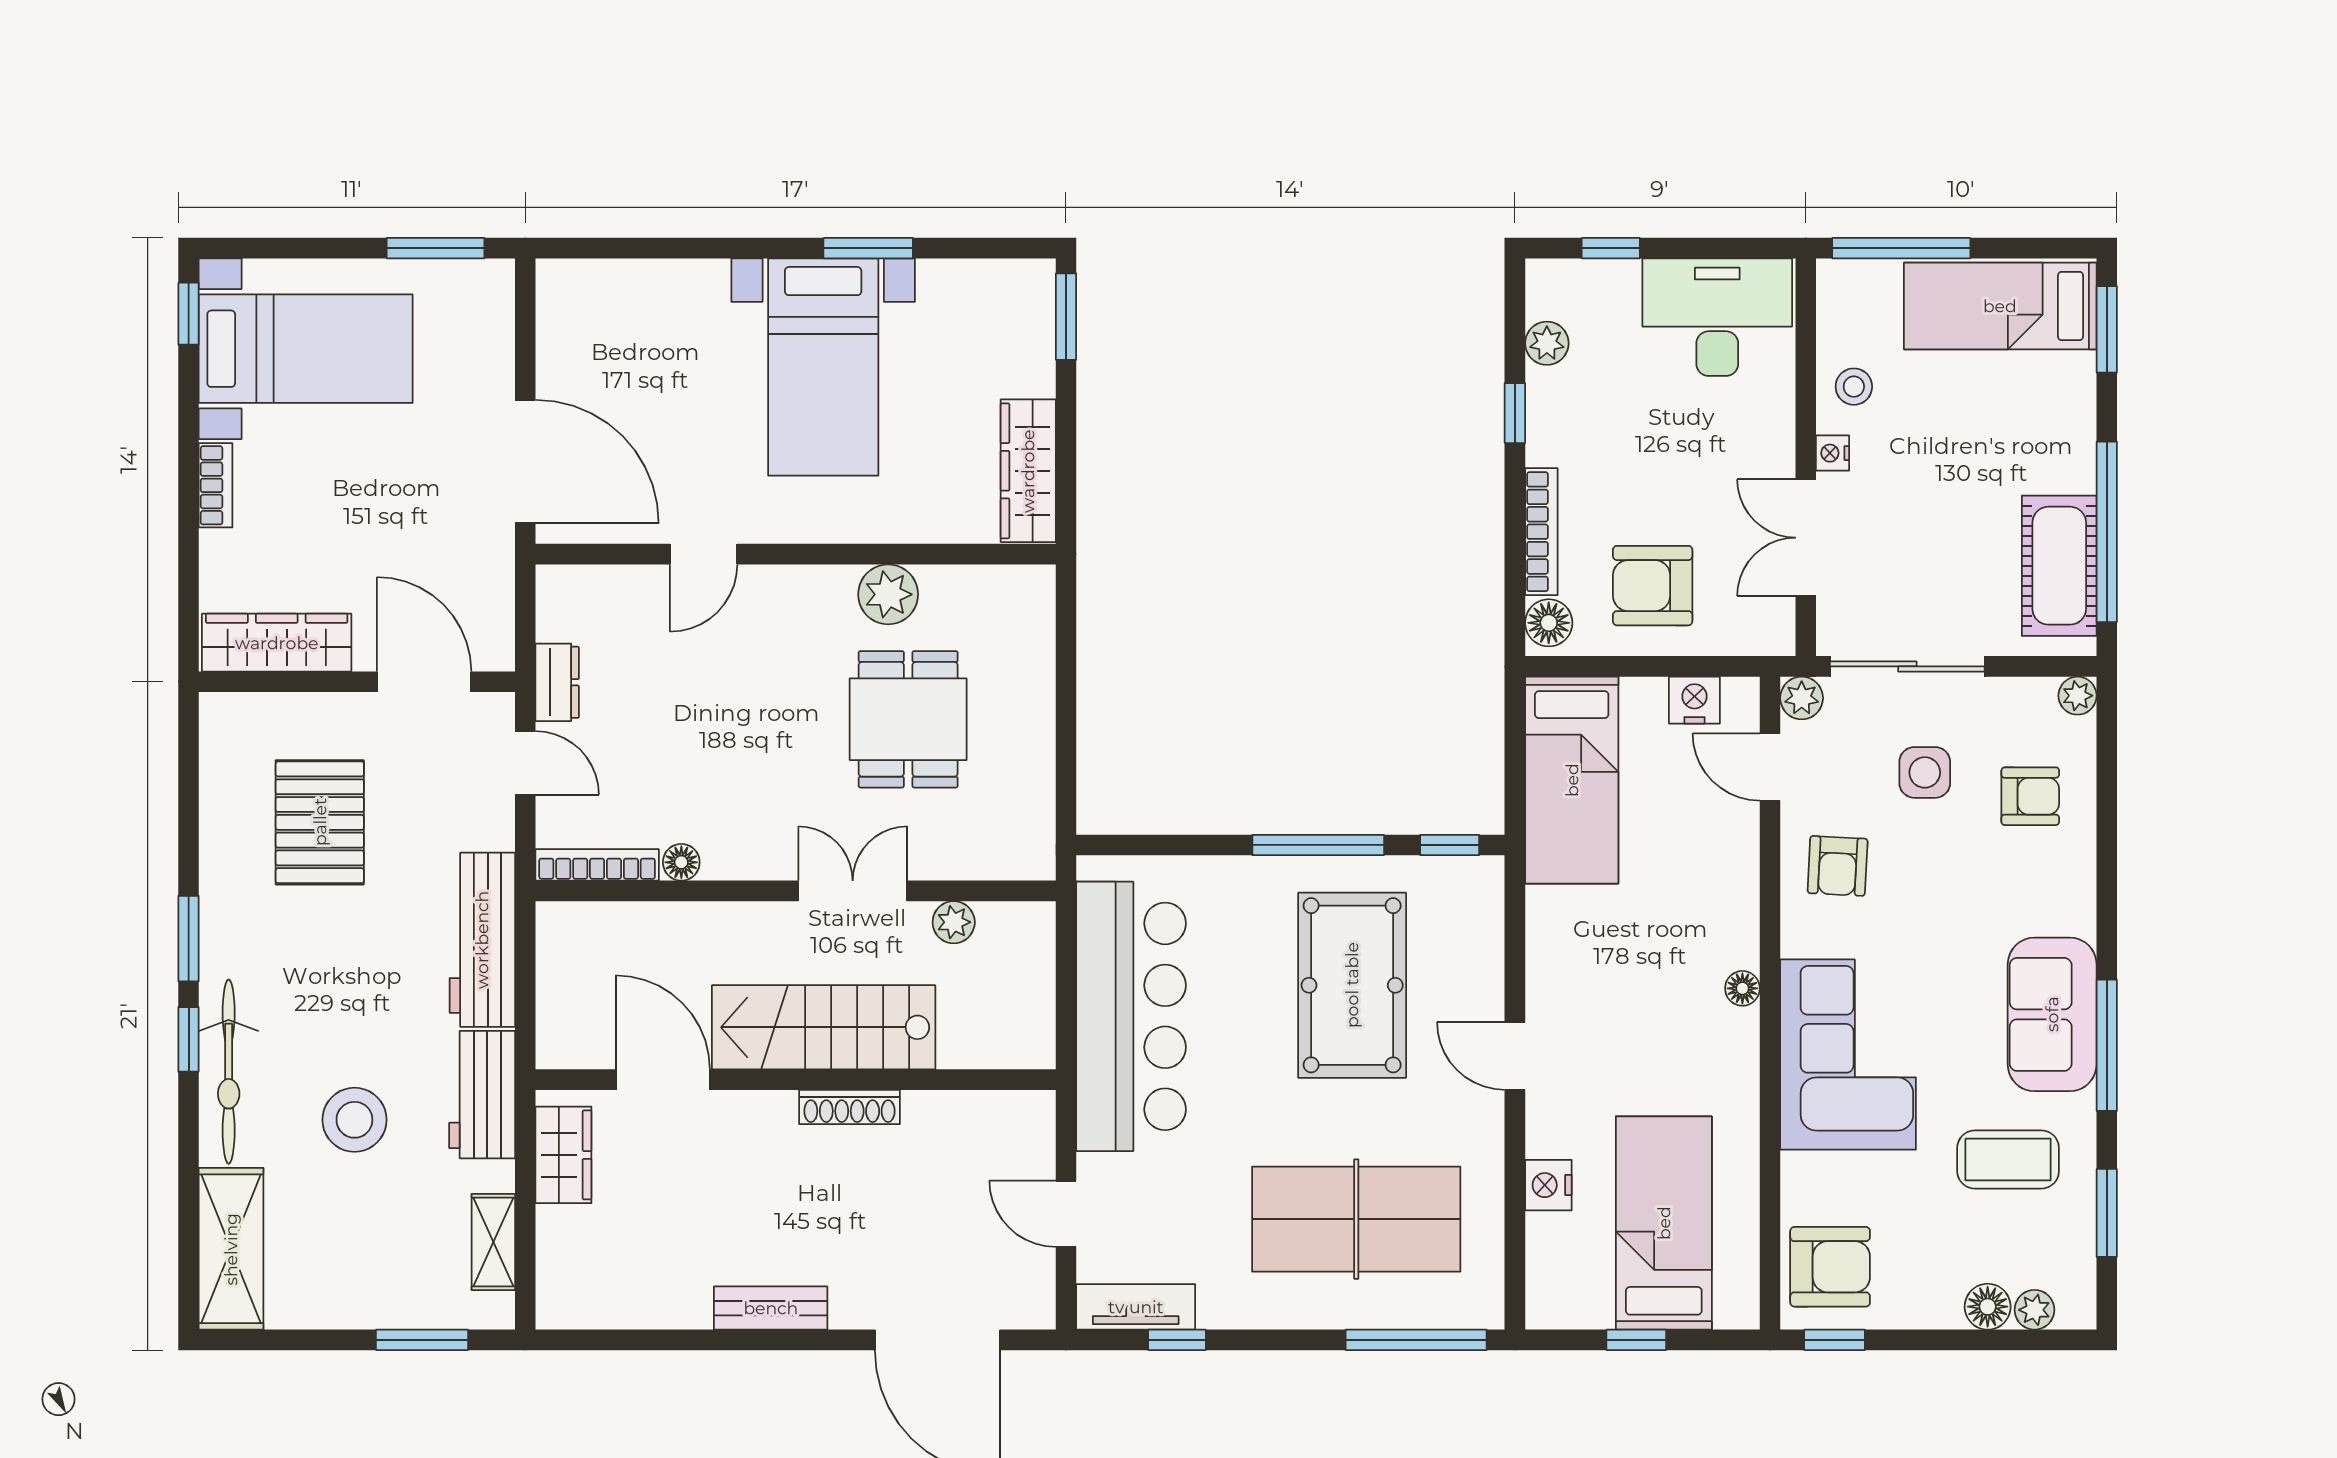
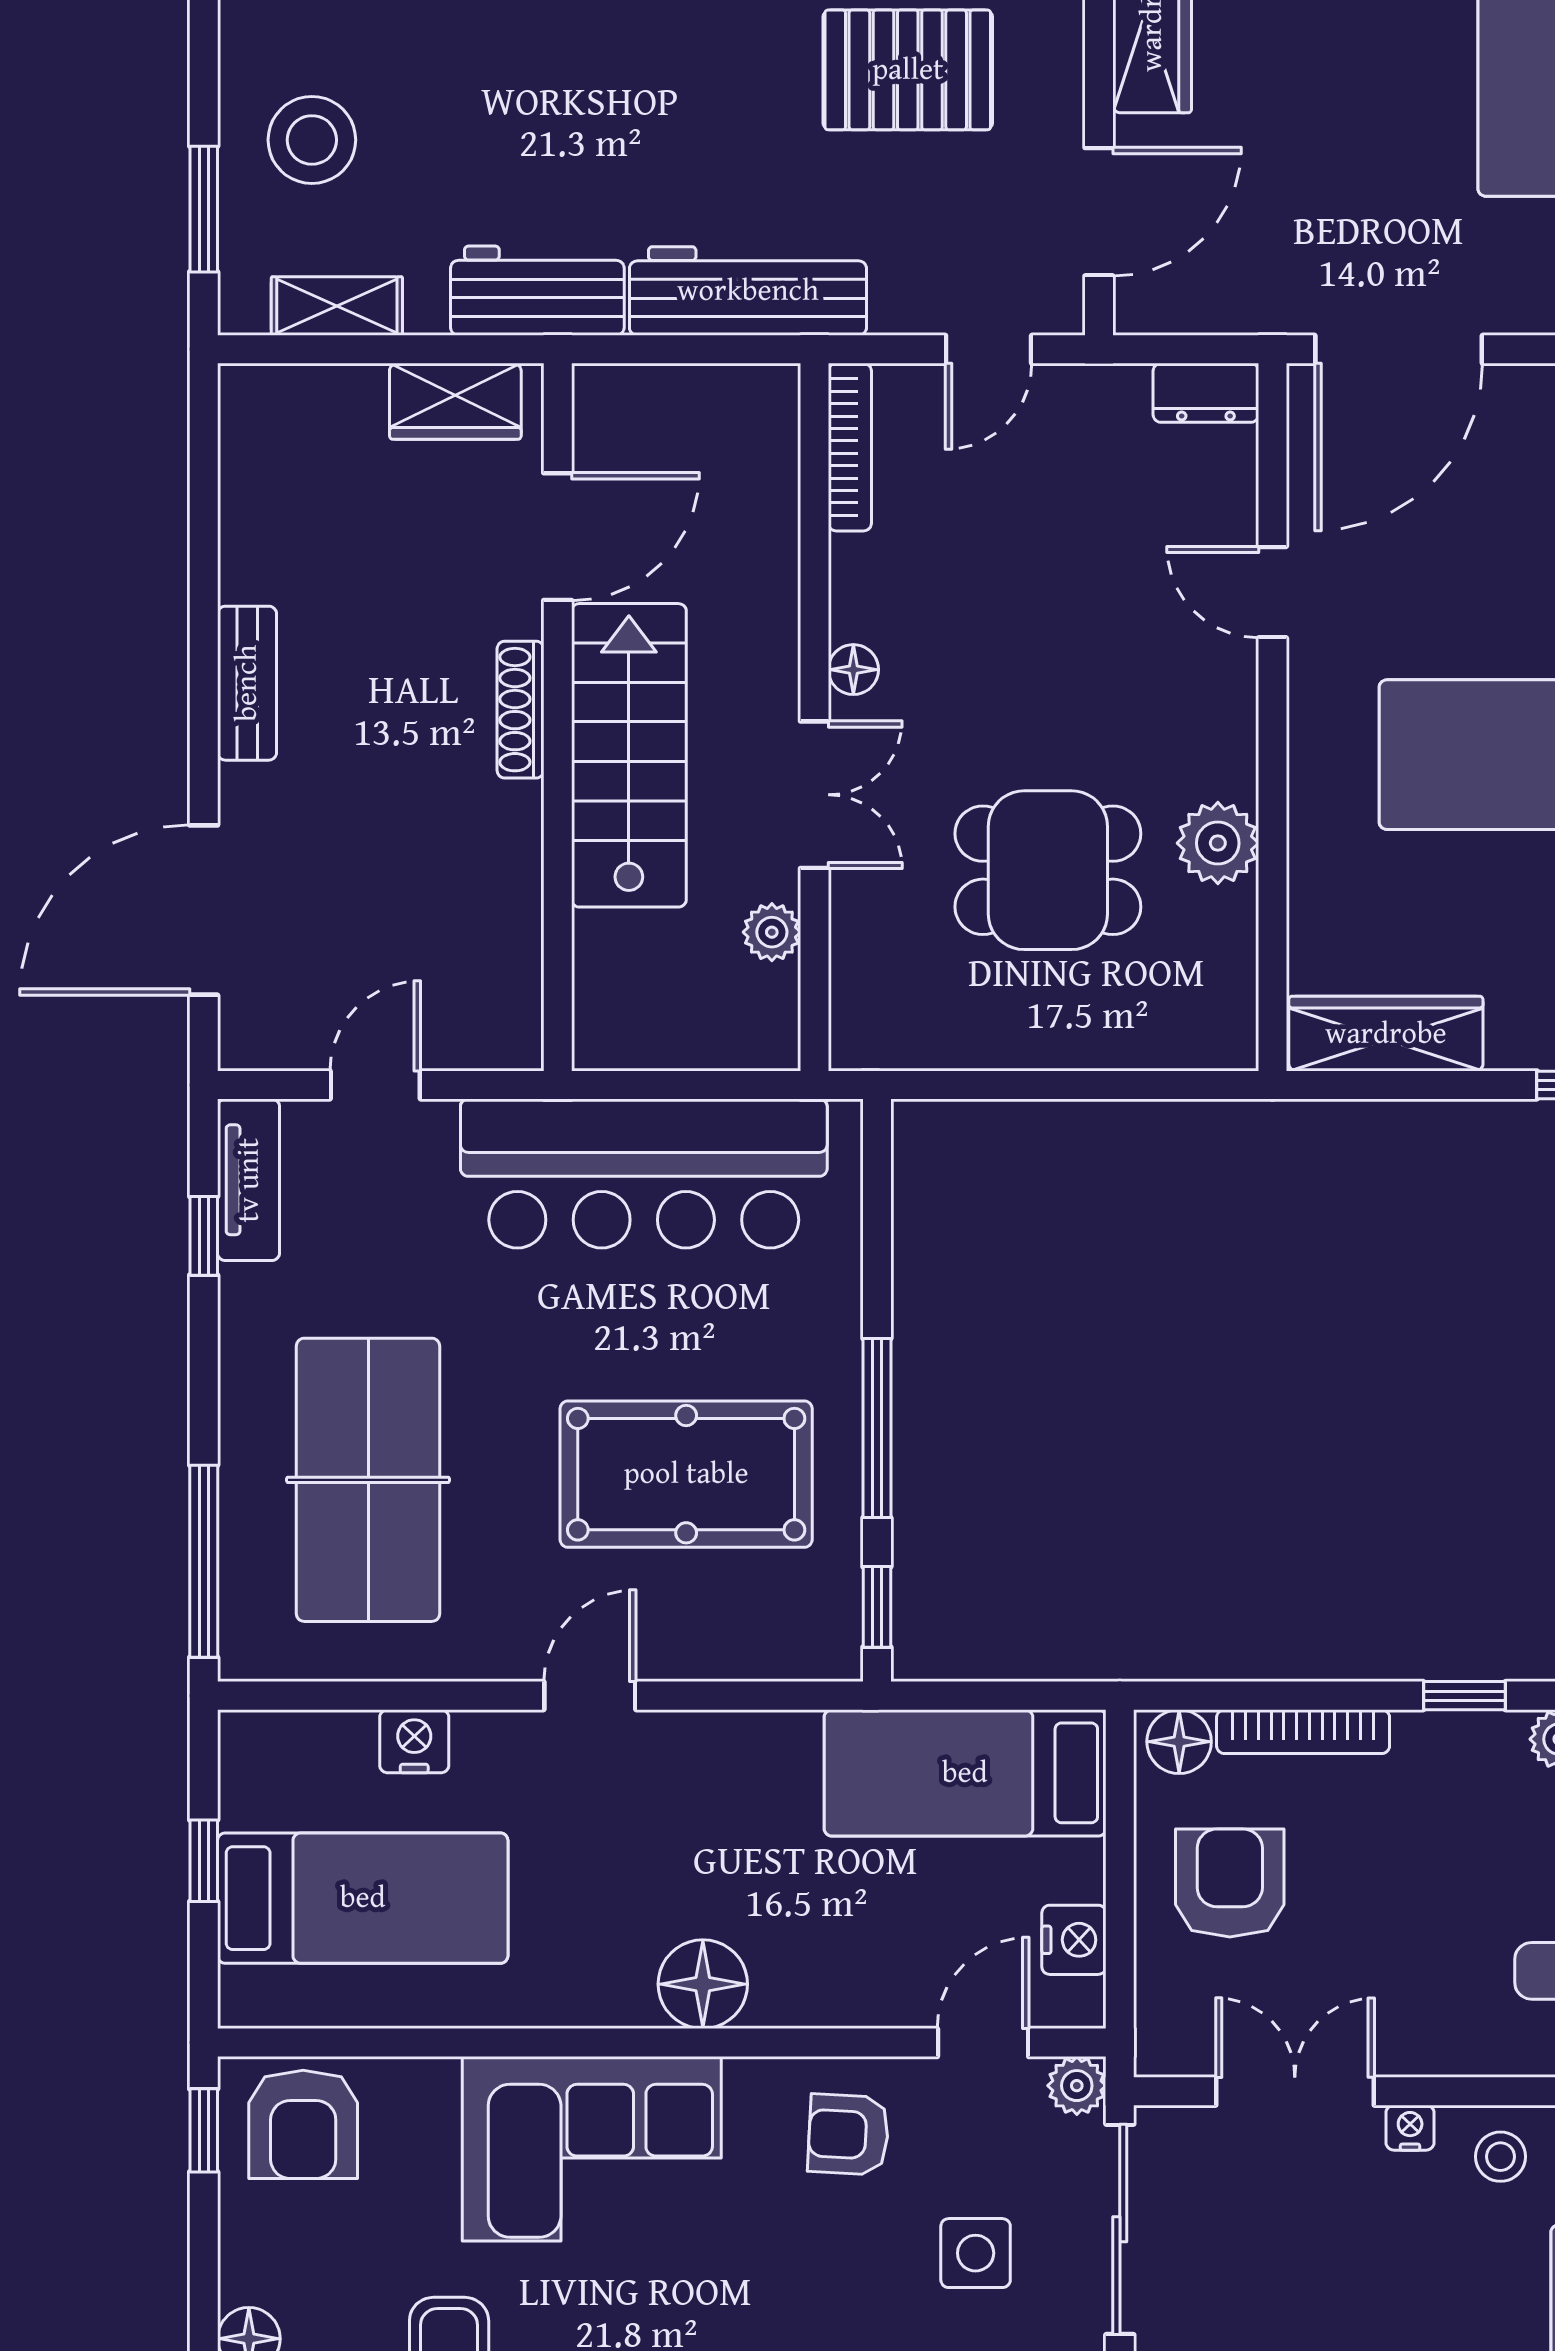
dresser: (557, 682) -> (1206, 393), moved
floor lamp: (681, 862) -> (853, 670), moved
floor lamp: (1742, 988) -> (703, 1984), width x1.89, depth x1.89
shoe rack: (849, 1107) -> (520, 710), moved
stool: (354, 1120) -> (312, 140), moved

